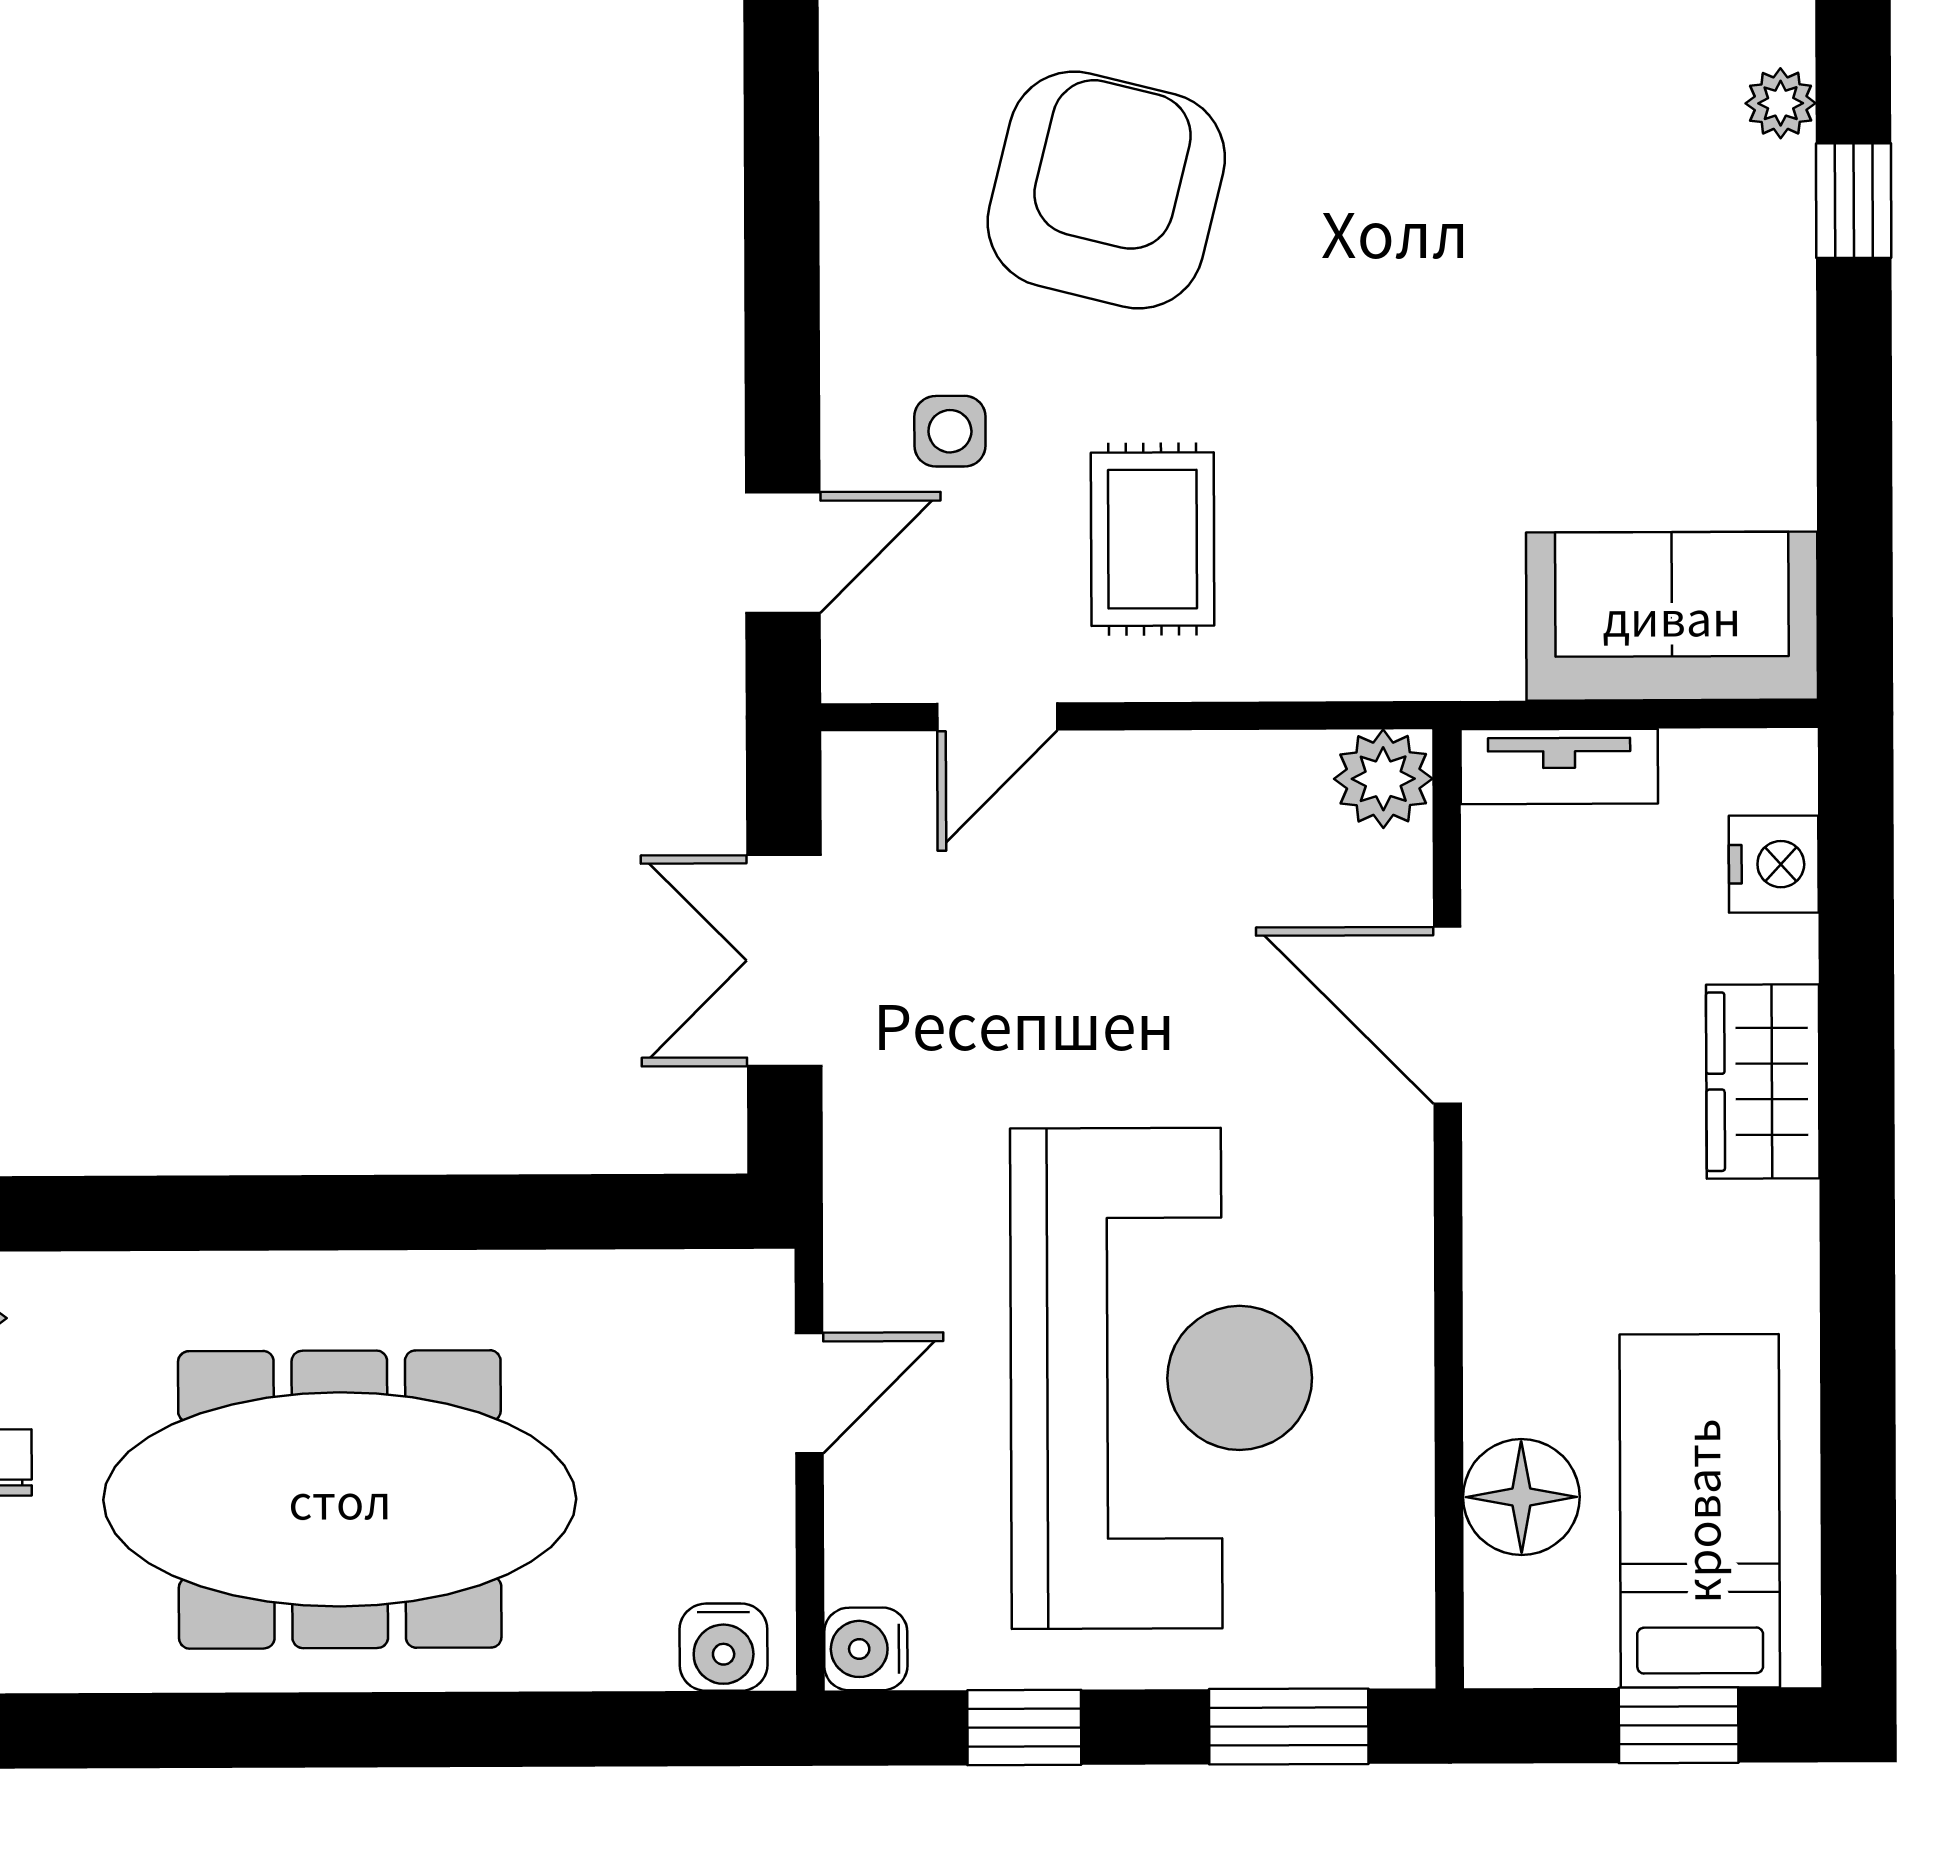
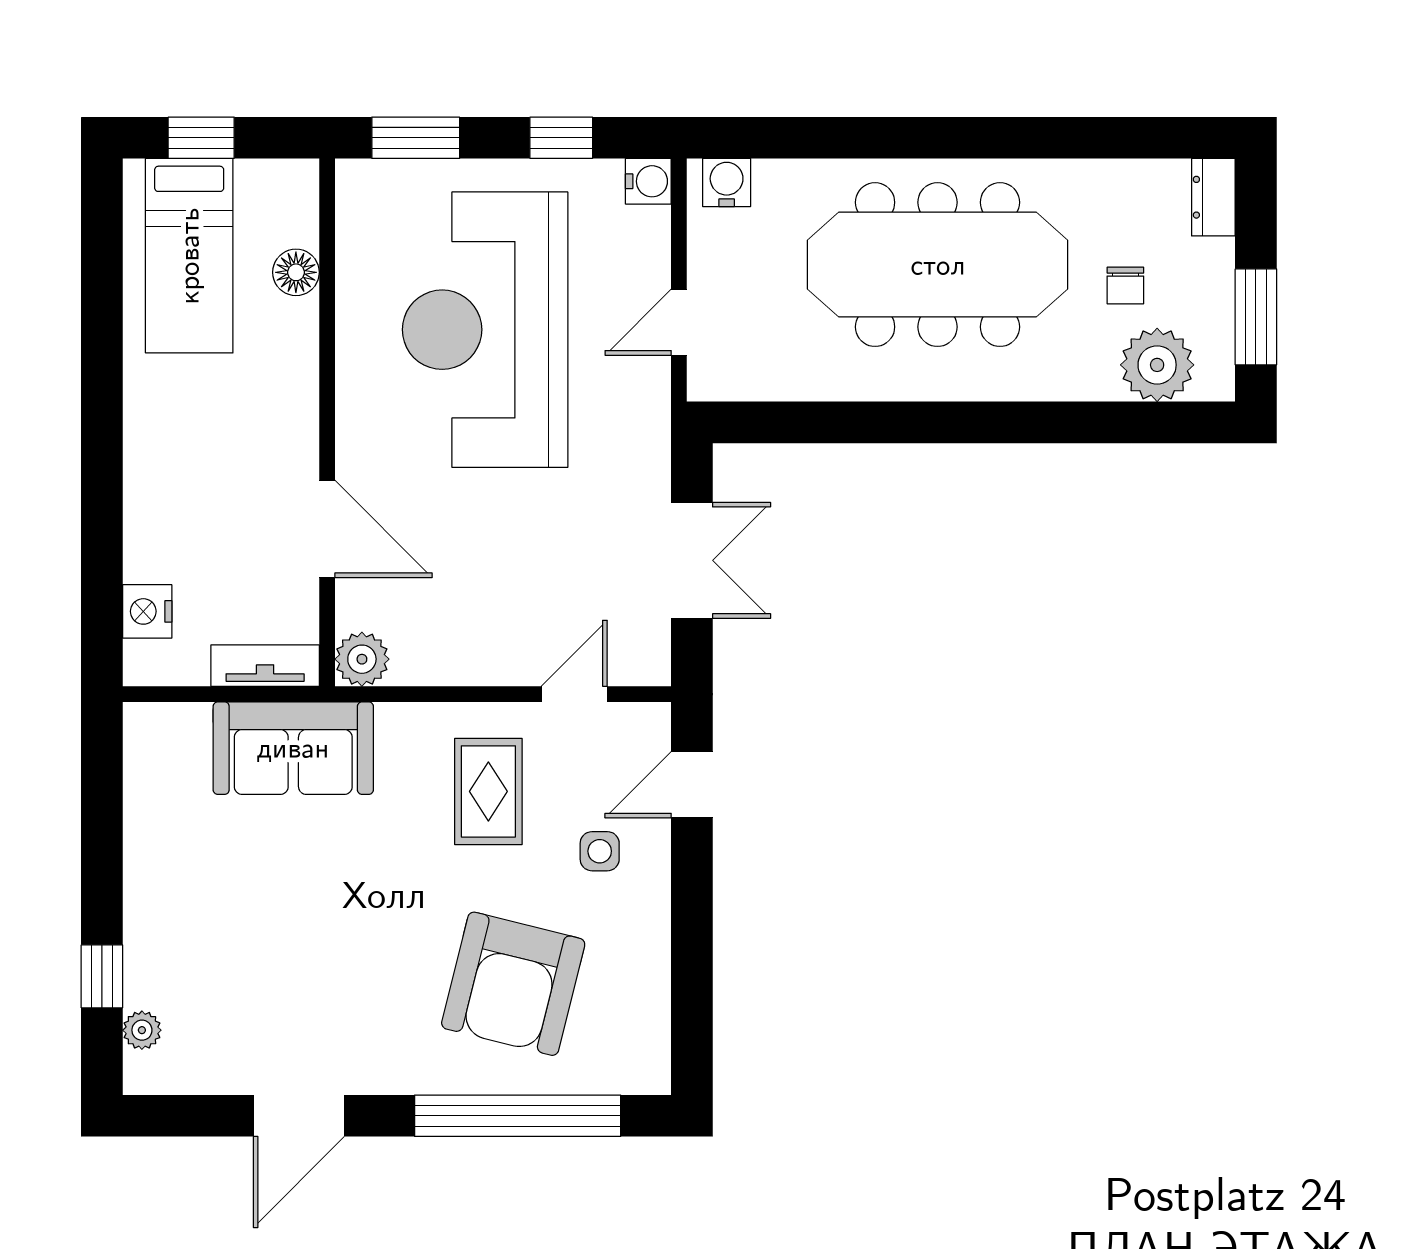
sofa: (1672, 616) -> (293, 748), moved
wardrobe: (1763, 1082) -> (154, 492), removed
floor lamp: (1521, 1497) -> (296, 272), width x0.73, depth x0.73

